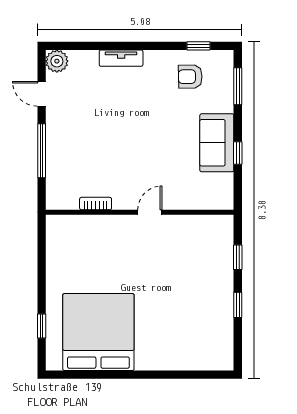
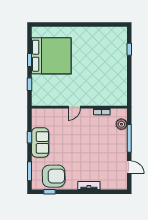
plant: (57, 61) -> (121, 124), moved
armchair: (190, 77) -> (54, 176), width x1.88, depth x1.88
bed: (98, 332) -> (51, 56), moved, turned -90

